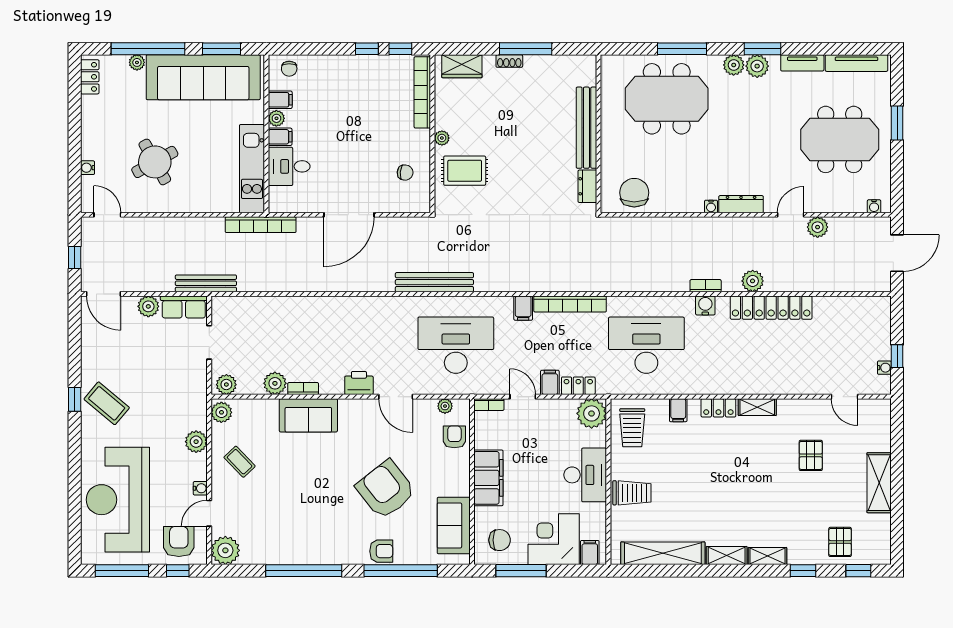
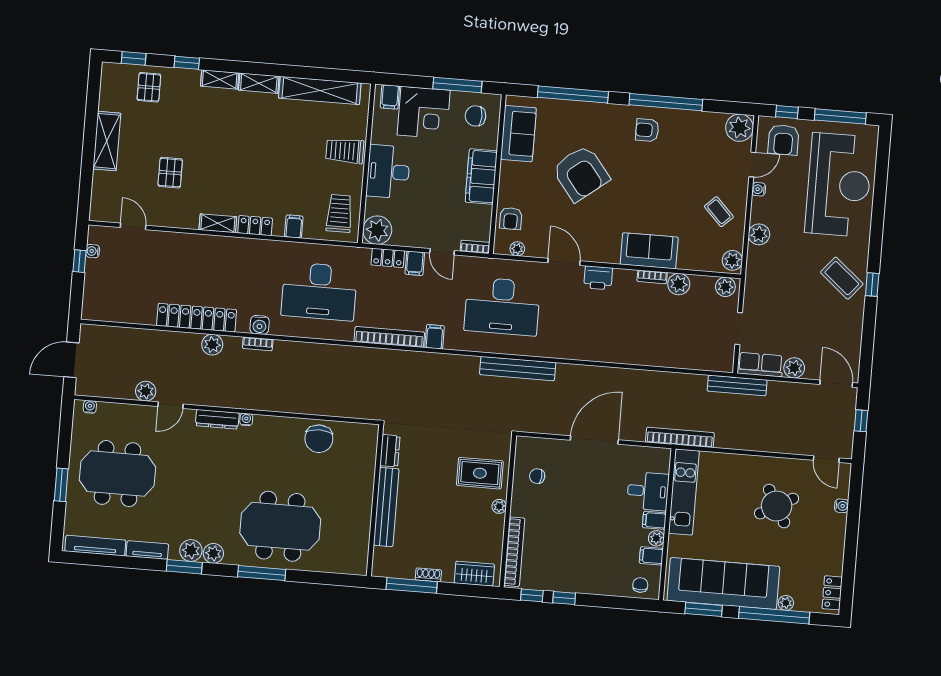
bench: (586, 128) -> (386, 507), moved
wall: (599, 134) -> (375, 500), moved
dresser: (587, 186) -> (390, 451), moved
armchair: (381, 551) -> (647, 130), moved

